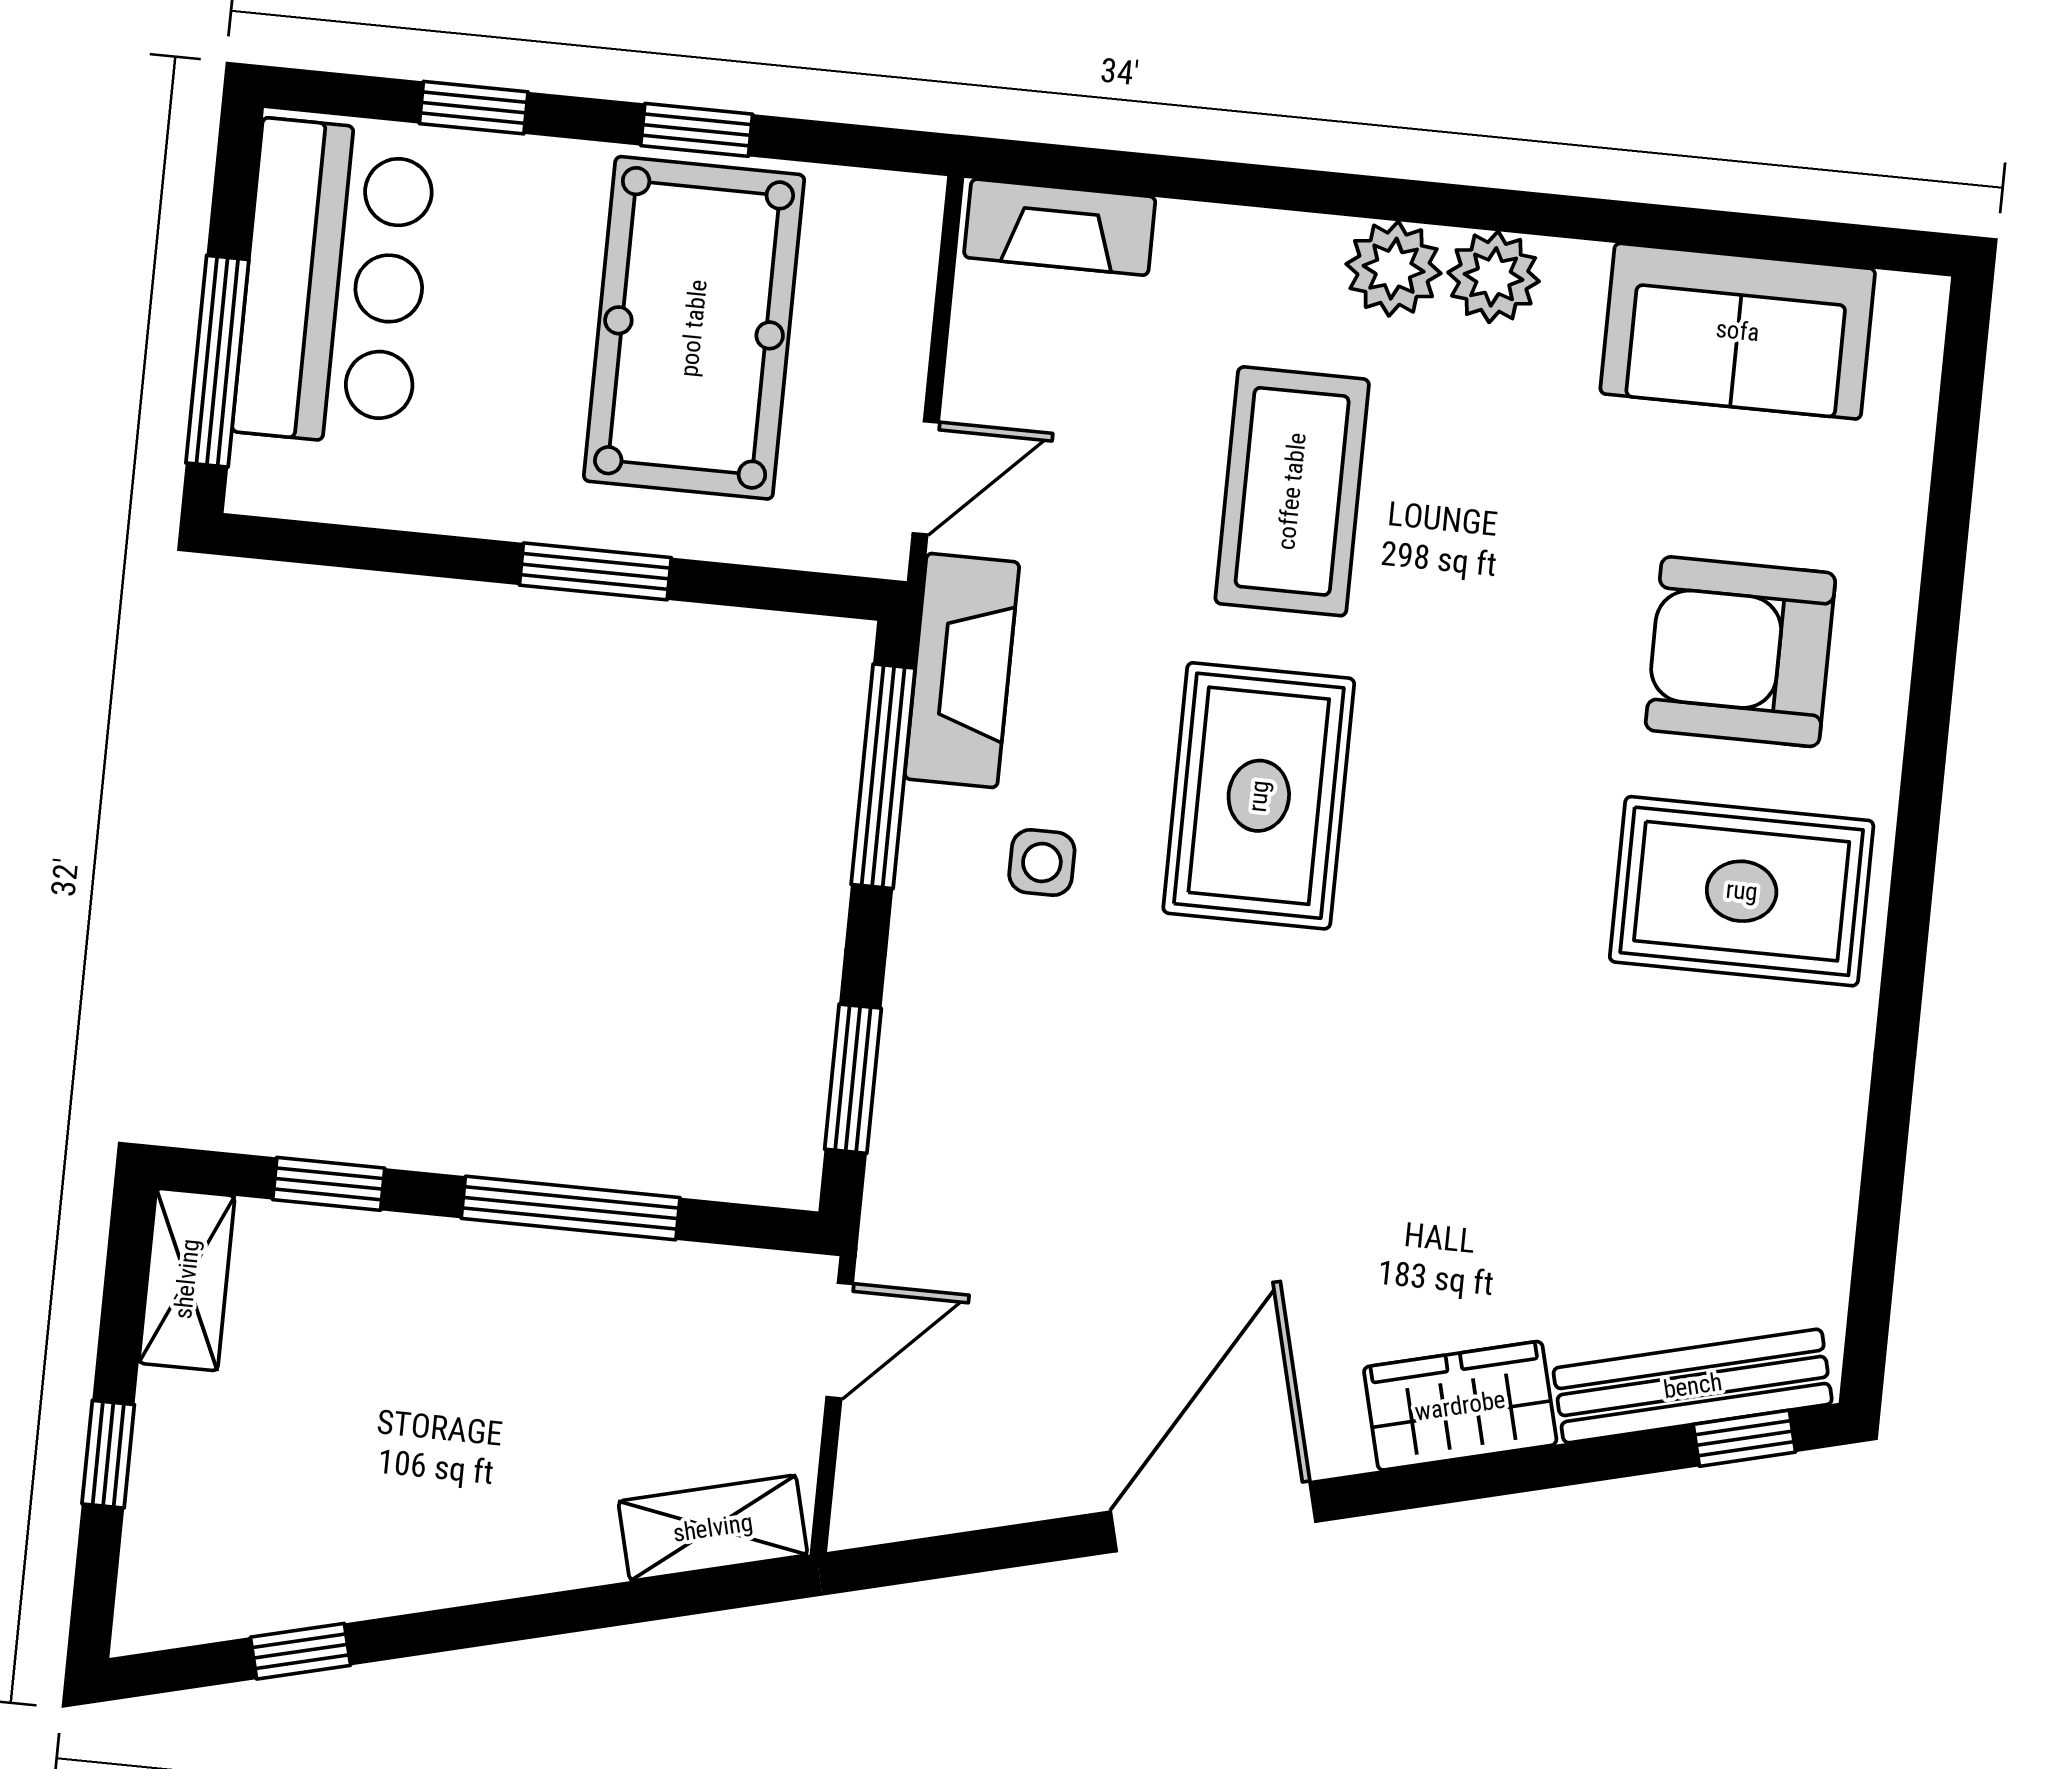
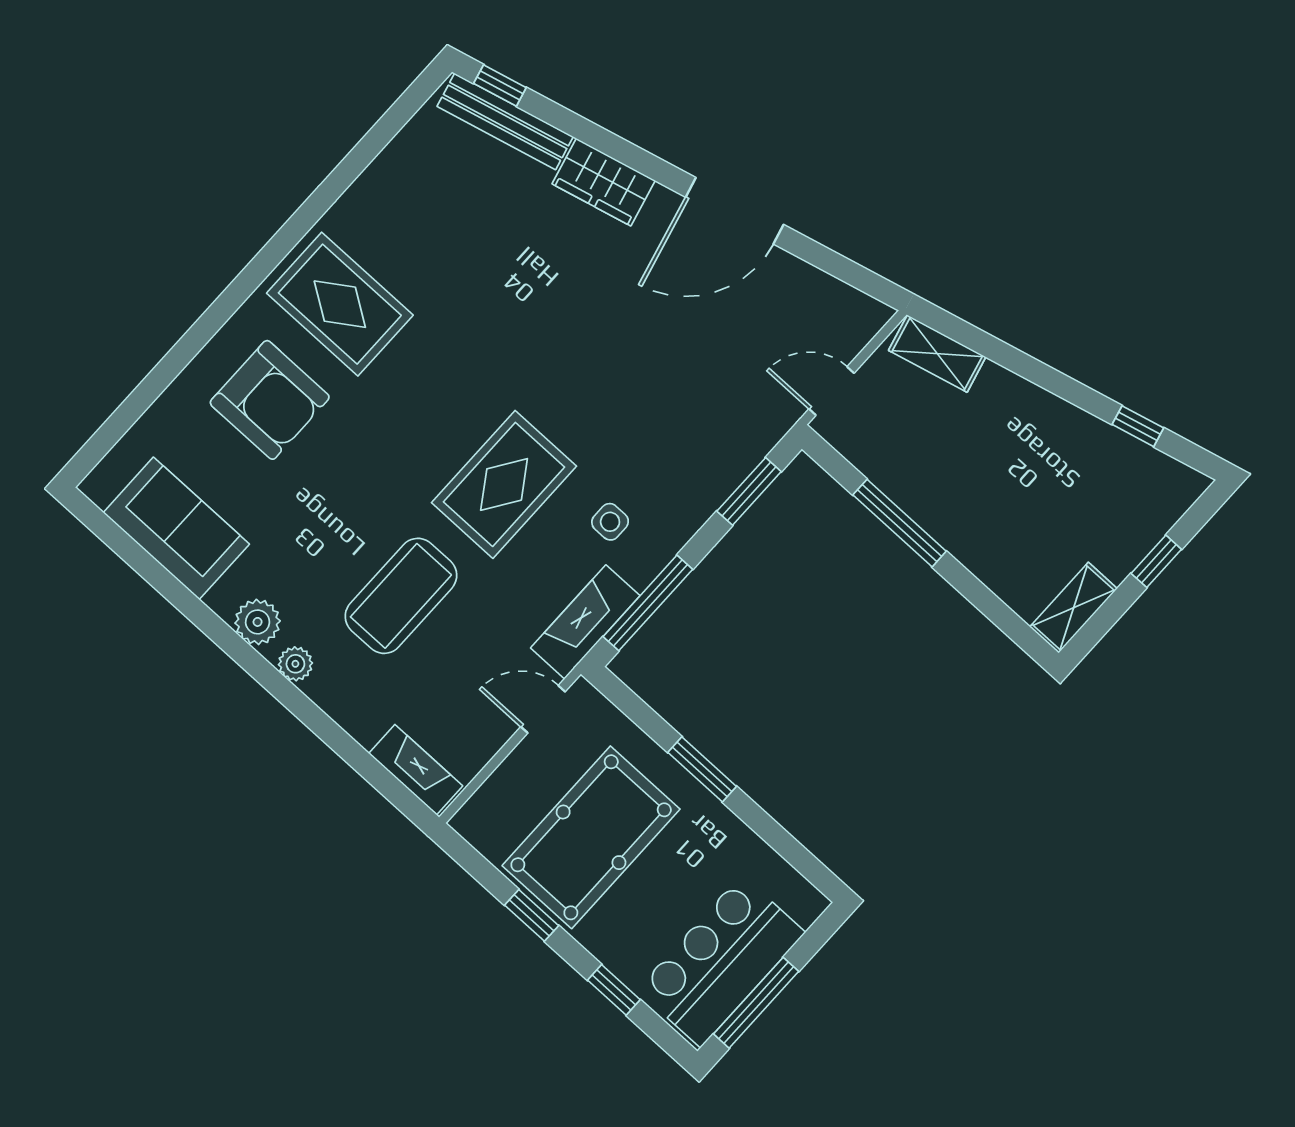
plant: (1394, 269) -> (295, 664), width x0.73, depth x0.73
window: (217, 361) -> (756, 1003), moved
window: (329, 1184) -> (989, 604), removed

